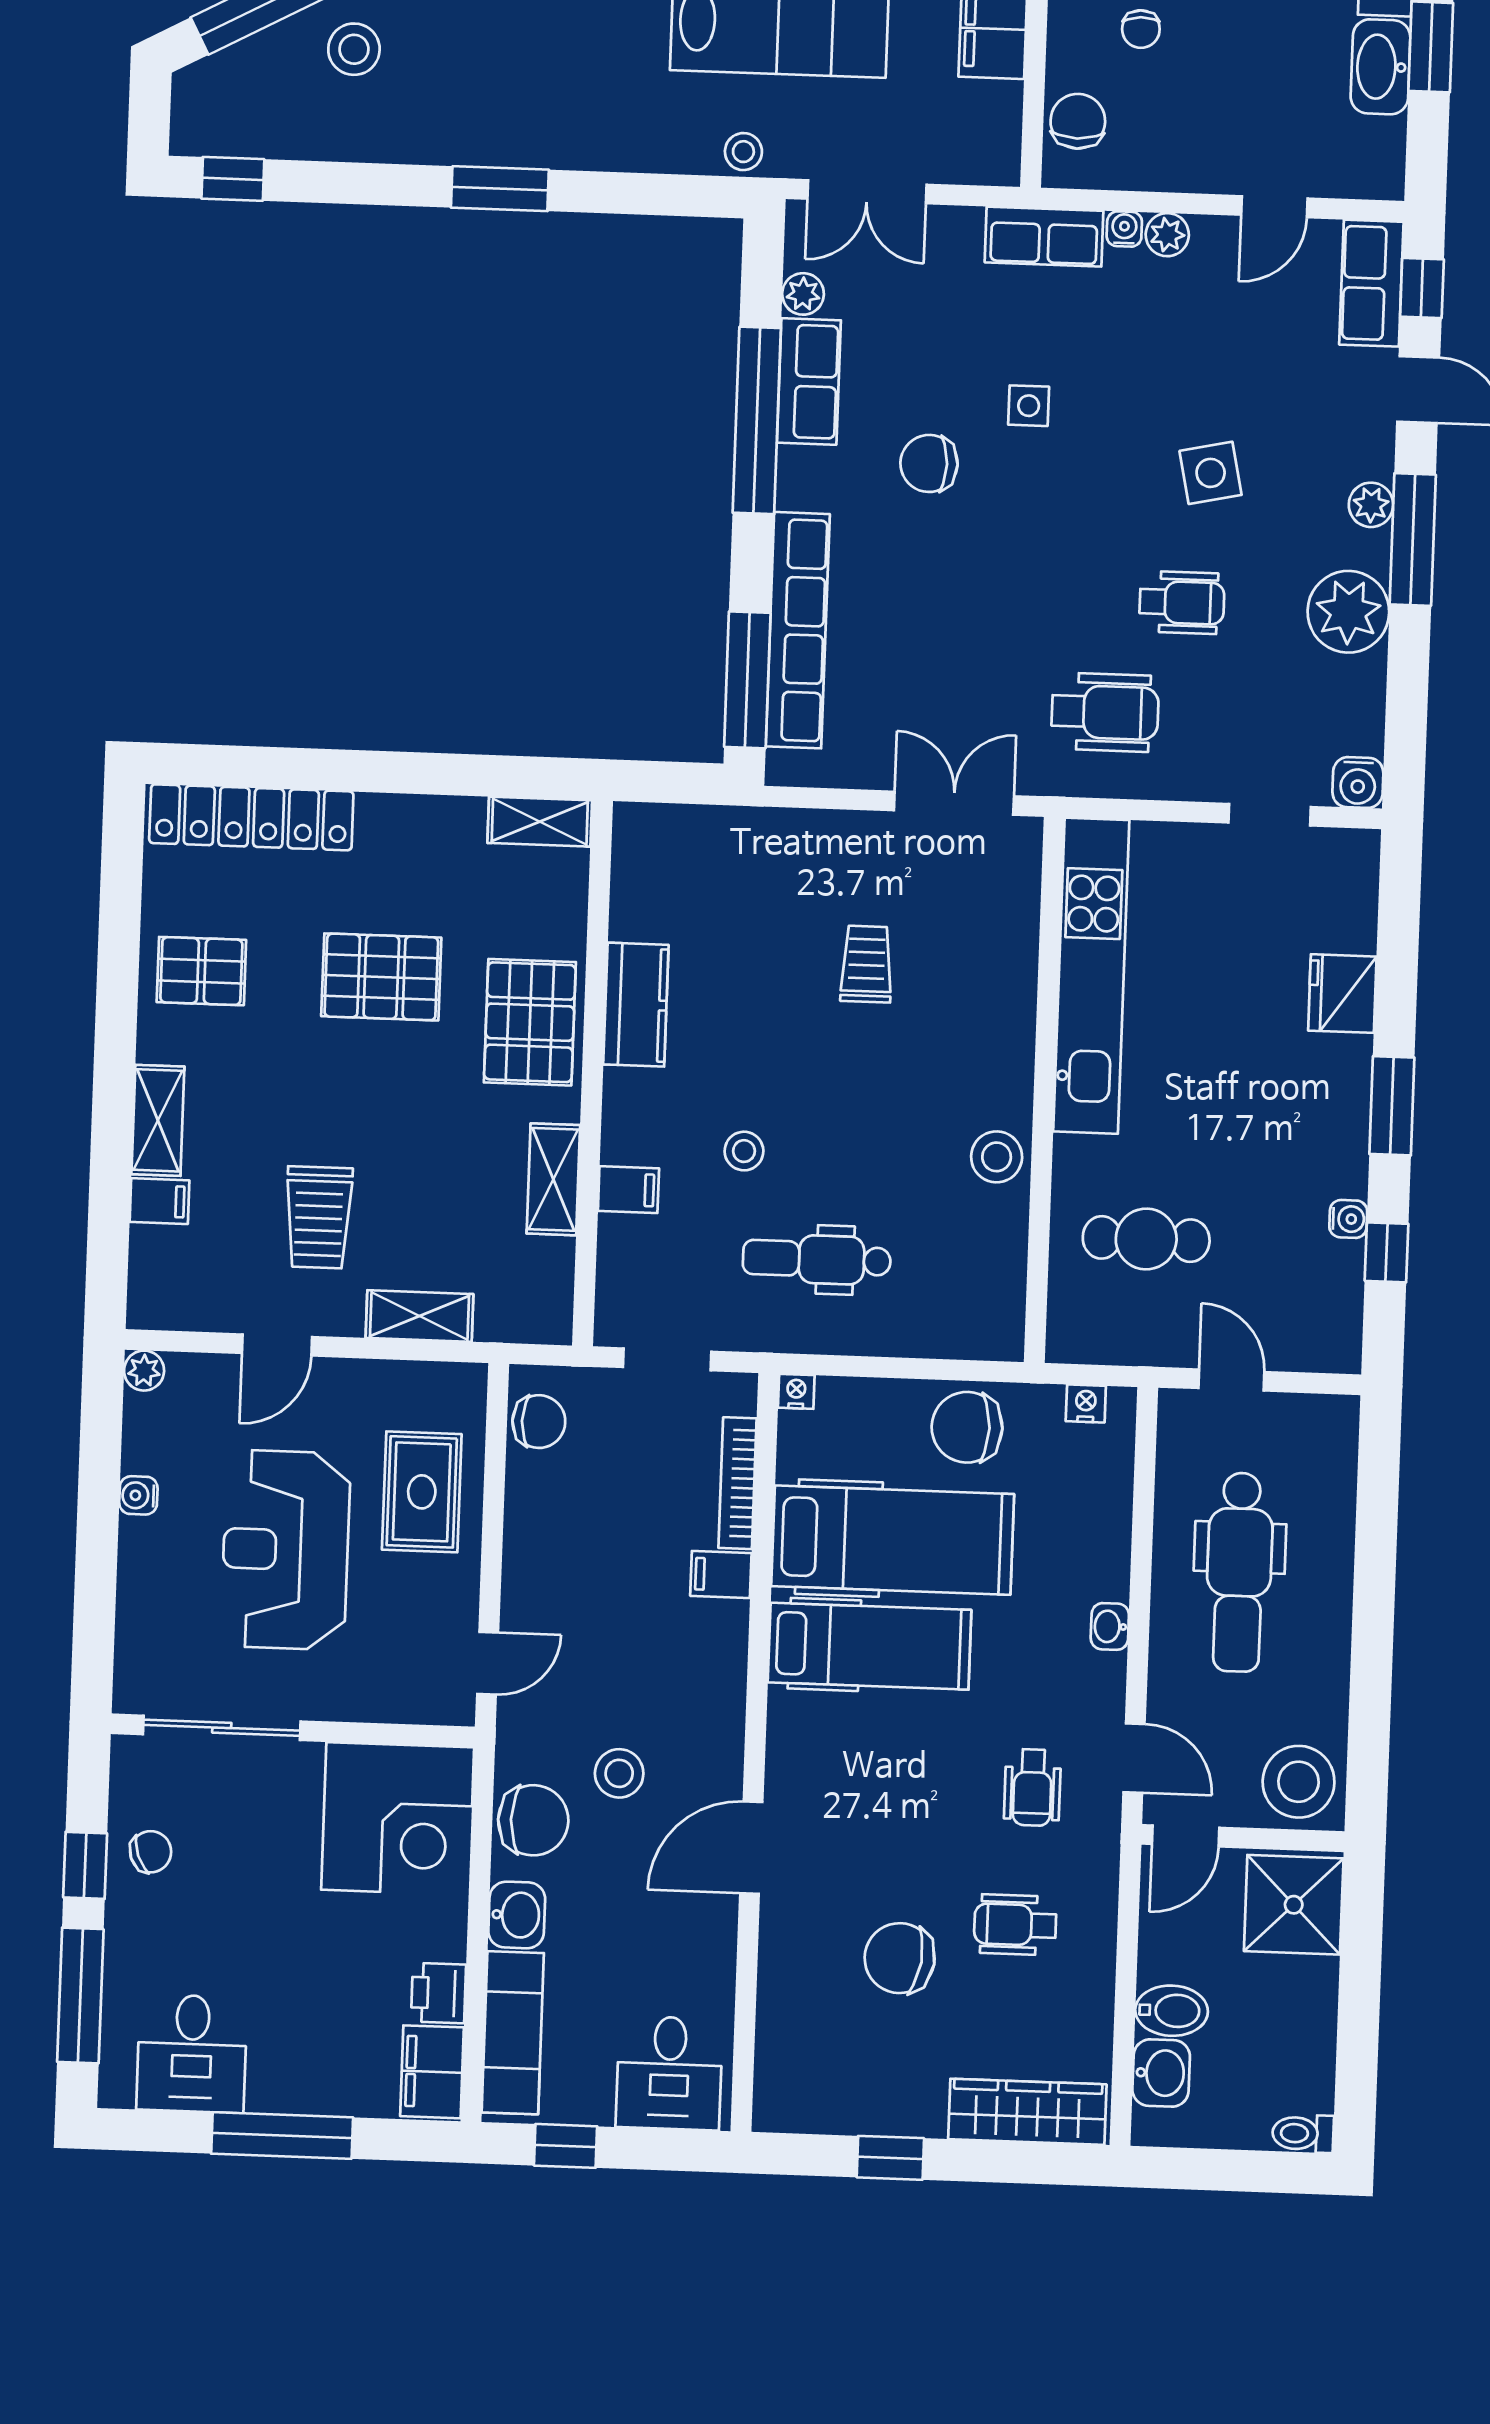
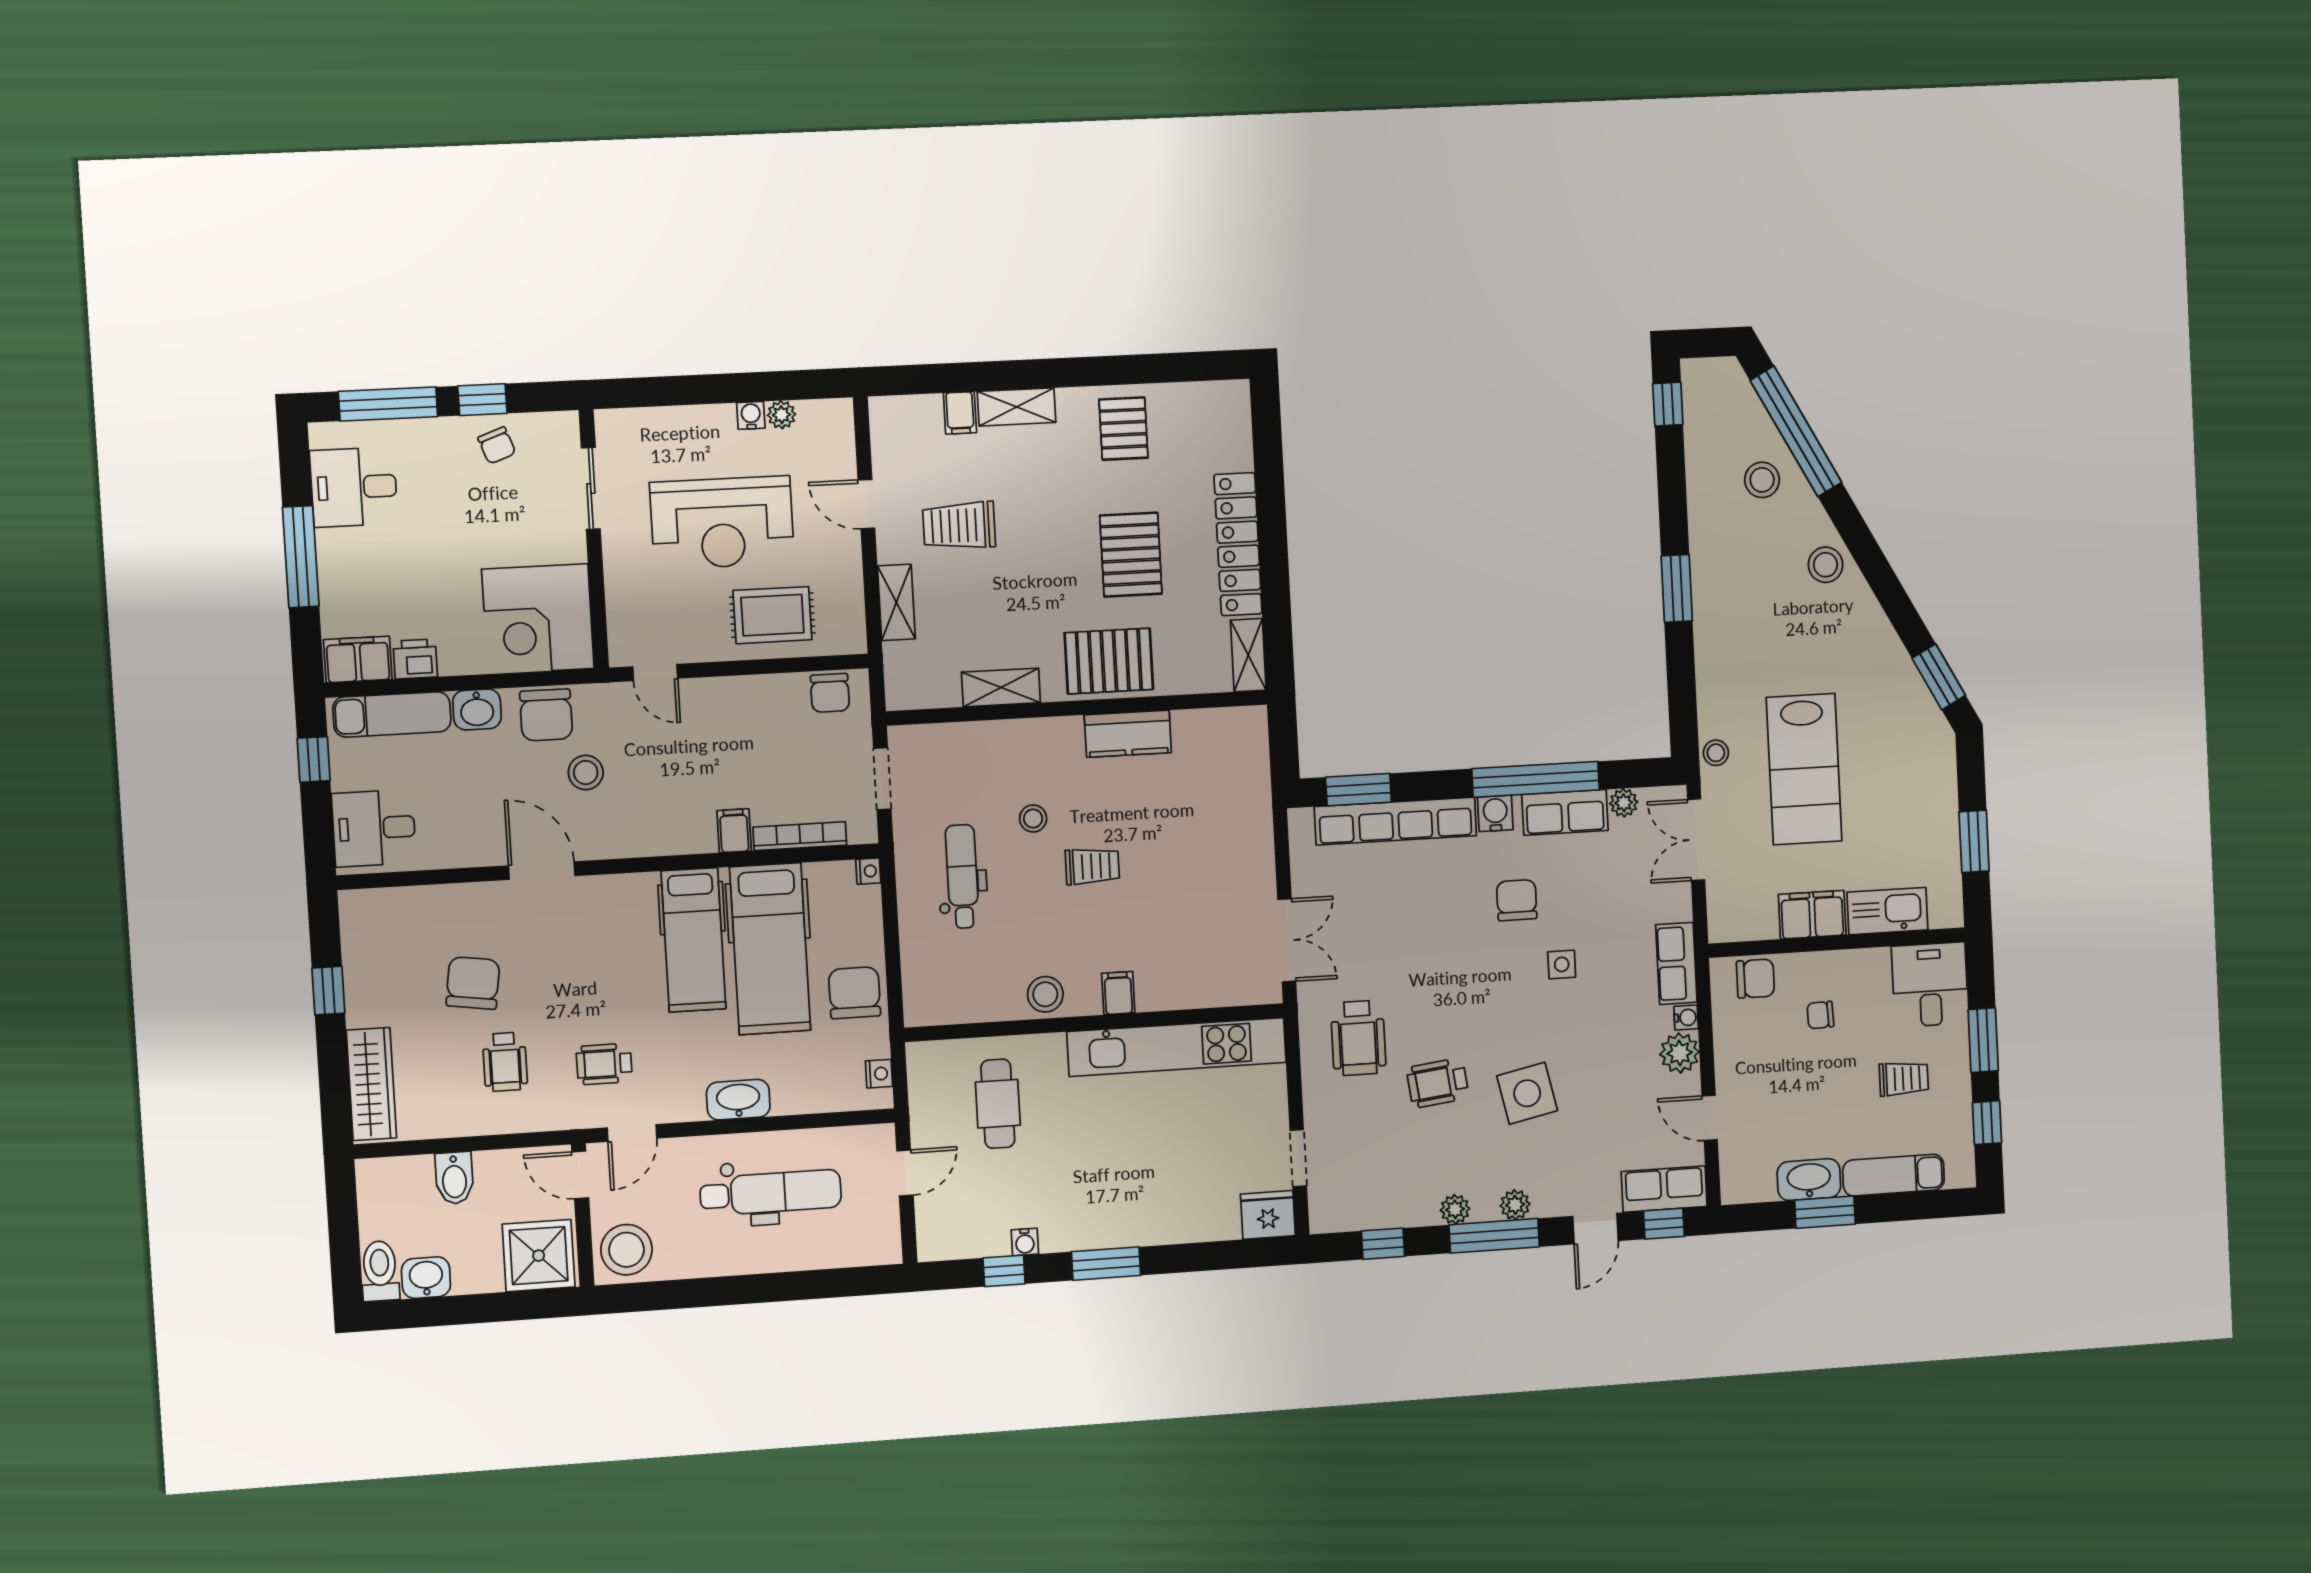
plant: (1167, 235) -> (1680, 1053), width x1.38, depth x1.38
side table: (1211, 473) -> (1527, 1093), width x1.37, depth x1.37
wheelchair: (1182, 602) -> (1438, 1083), turned 83
plant: (1348, 612) -> (1455, 1209), width x0.53, depth x0.53
window: (747, 680) -> (1358, 790), width x0.69
window: (1407, 703) -> (1383, 1244), added
water cooler: (1358, 783) -> (1495, 813), moved, turned 90
locker: (251, 817) -> (1238, 544), moved
trolley: (867, 964) -> (1092, 866), moved
fridge: (1342, 994) -> (1268, 1215), moved
filing cabinet: (628, 1190) -> (1118, 993), moved, turned 180
plant: (144, 1371) -> (781, 415), moved
reception desk: (286, 1550) -> (722, 523), turned 180
dental chair: (1239, 1572) -> (771, 1193), turned 180
washbasin: (1110, 1626) -> (738, 1100), width x1.91, depth x1.45
sliding door: (222, 1728) -> (591, 488), width x0.73
wheelchair: (1015, 1925) -> (505, 1062), turned 180
washbasin: (1161, 2073) -> (426, 1278), moved, turned 180
toilet: (1303, 2133) -> (380, 1271), width x1.37, depth x1.39

